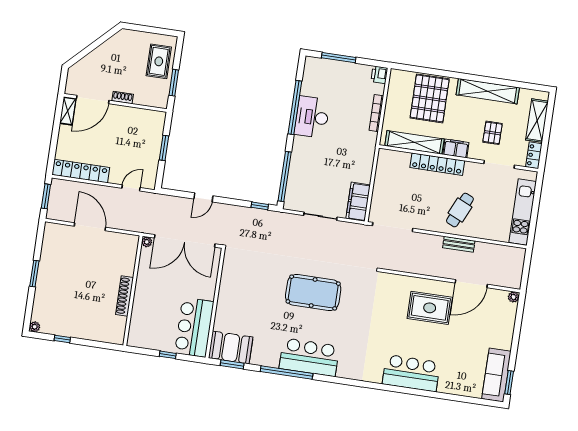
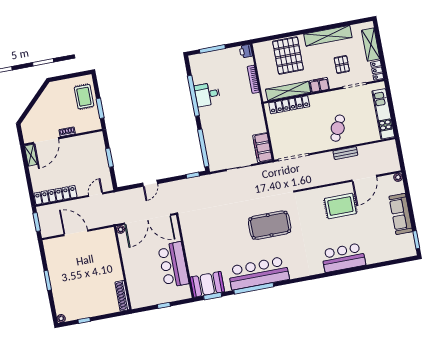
desk: (312, 117) -> (207, 94), width x0.73
locker: (437, 164) -> (289, 105), moved
pool table: (313, 293) -> (270, 225), moved
shoe rack: (125, 296) -> (122, 296), moved
bar counter: (194, 327) -> (173, 265), moved
bar counter: (309, 357) -> (259, 273), width x1.36
sofa: (496, 375) -> (401, 214), moved

